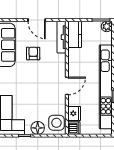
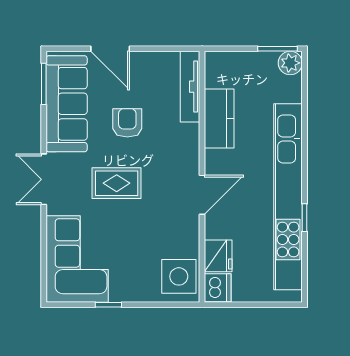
door: (37, 20) -> (110, 49), moved
kitchen counter: (75, 34) -> (219, 118), moved
rug: (28, 81) -> (117, 183), added
floor lamp: (38, 128) -> (137, 288), removed

